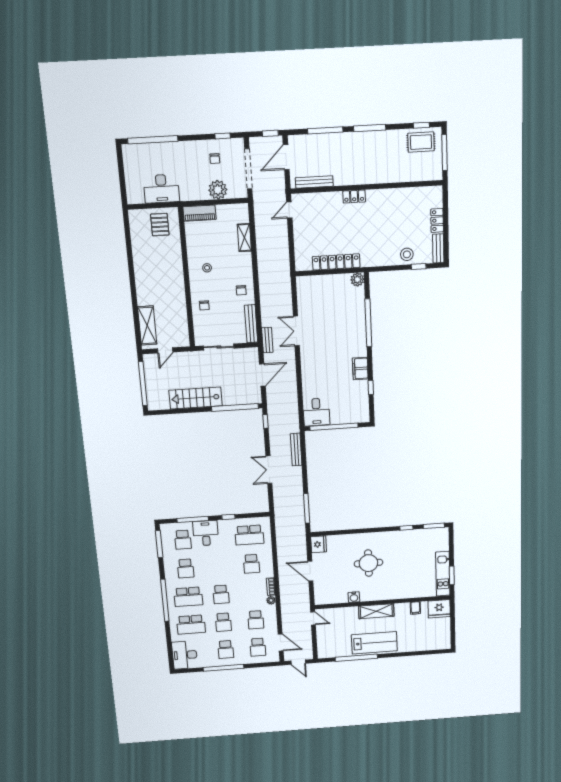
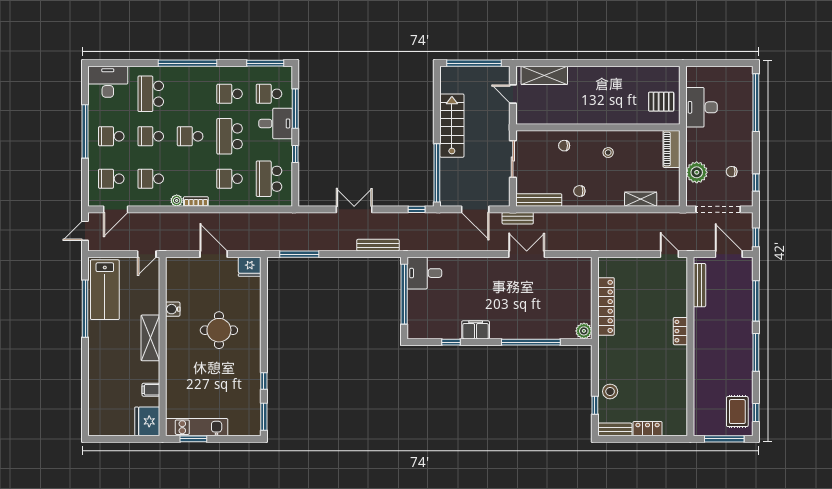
door: (310, 571) -> (214, 254), hinge flipped
school desk: (188, 597) -> (230, 136), moved
lab bench: (374, 643) -> (105, 290), moved

